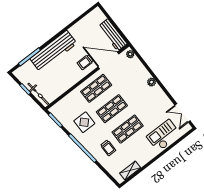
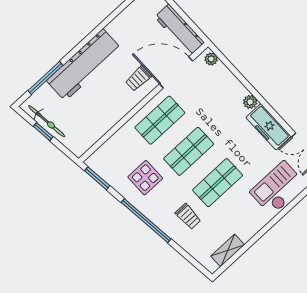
bicycle: (38, 94) -> (47, 121), moved
freezer: (161, 98) -> (268, 127), added

